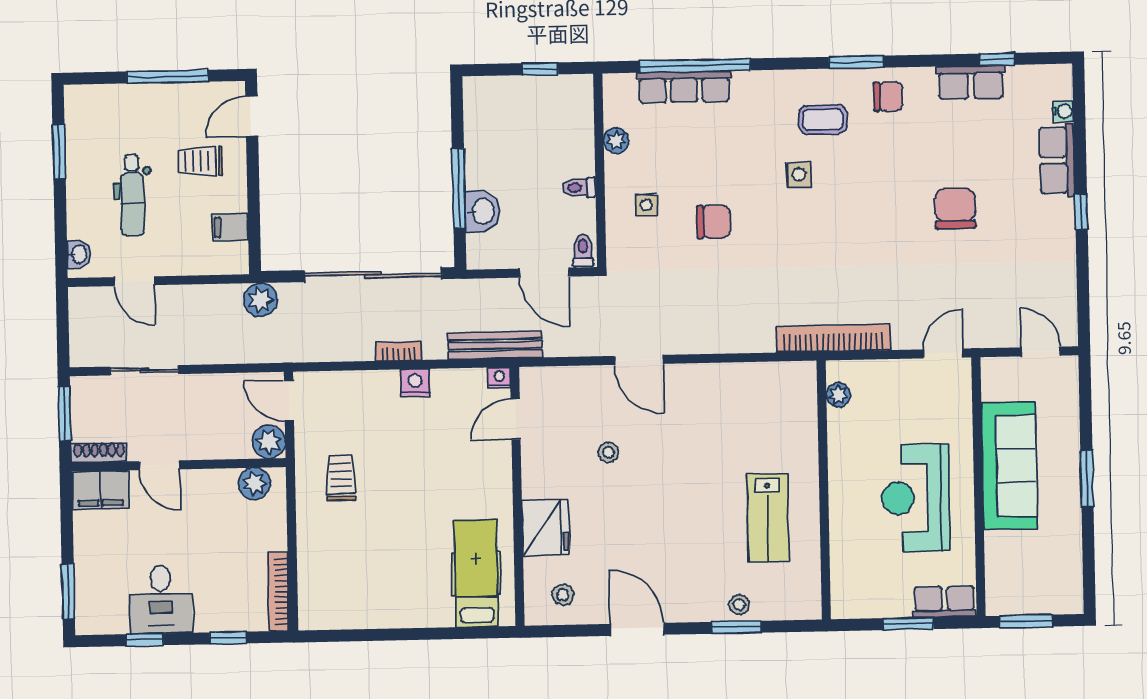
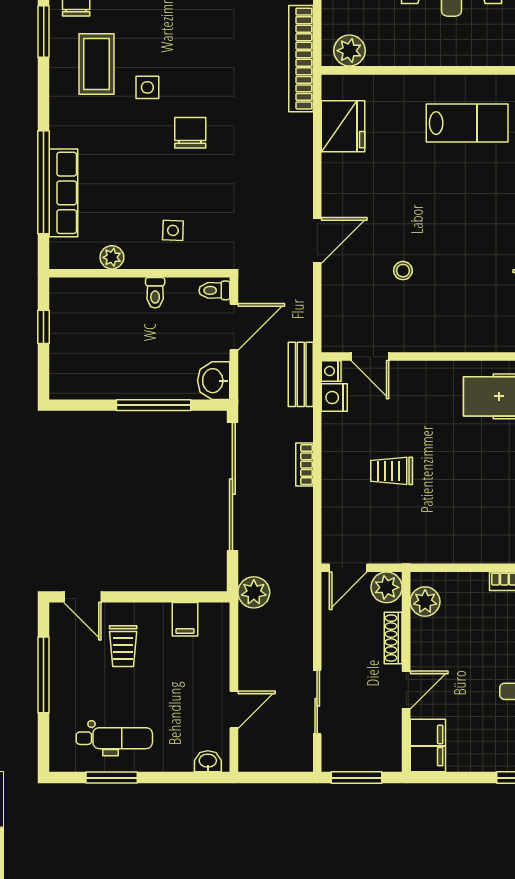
coffee table: (823, 120) -> (96, 64), width x1.36, depth x1.30
dental chair: (132, 195) -> (114, 738), moved
washbasin: (482, 211) -> (214, 381), moved, turned -90
chair: (713, 222) -> (190, 133), moved
bench: (495, 345) -> (301, 374), width x0.73
nightstand: (415, 383) -> (334, 398), moved
plant: (838, 395) -> (349, 51), width x1.38, depth x1.38
shoe rack: (99, 453) -> (393, 638), moved
trolley: (341, 478) -> (392, 471), moved
fridge: (546, 528) -> (343, 126), moved, turned 90

